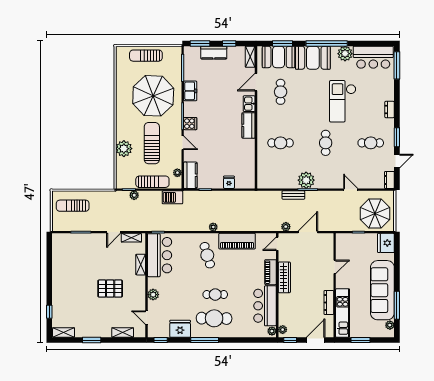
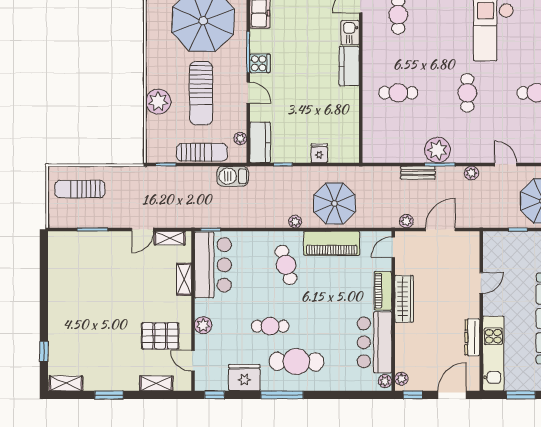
sun lounger: (152, 143) -> (201, 93), turned 180
plant: (134, 195) -> (472, 173), moved
parasol: (239, 215) -> (334, 203), added
pallet: (110, 289) -> (160, 336), moved
cafe table: (215, 295) -> (270, 326), moved

